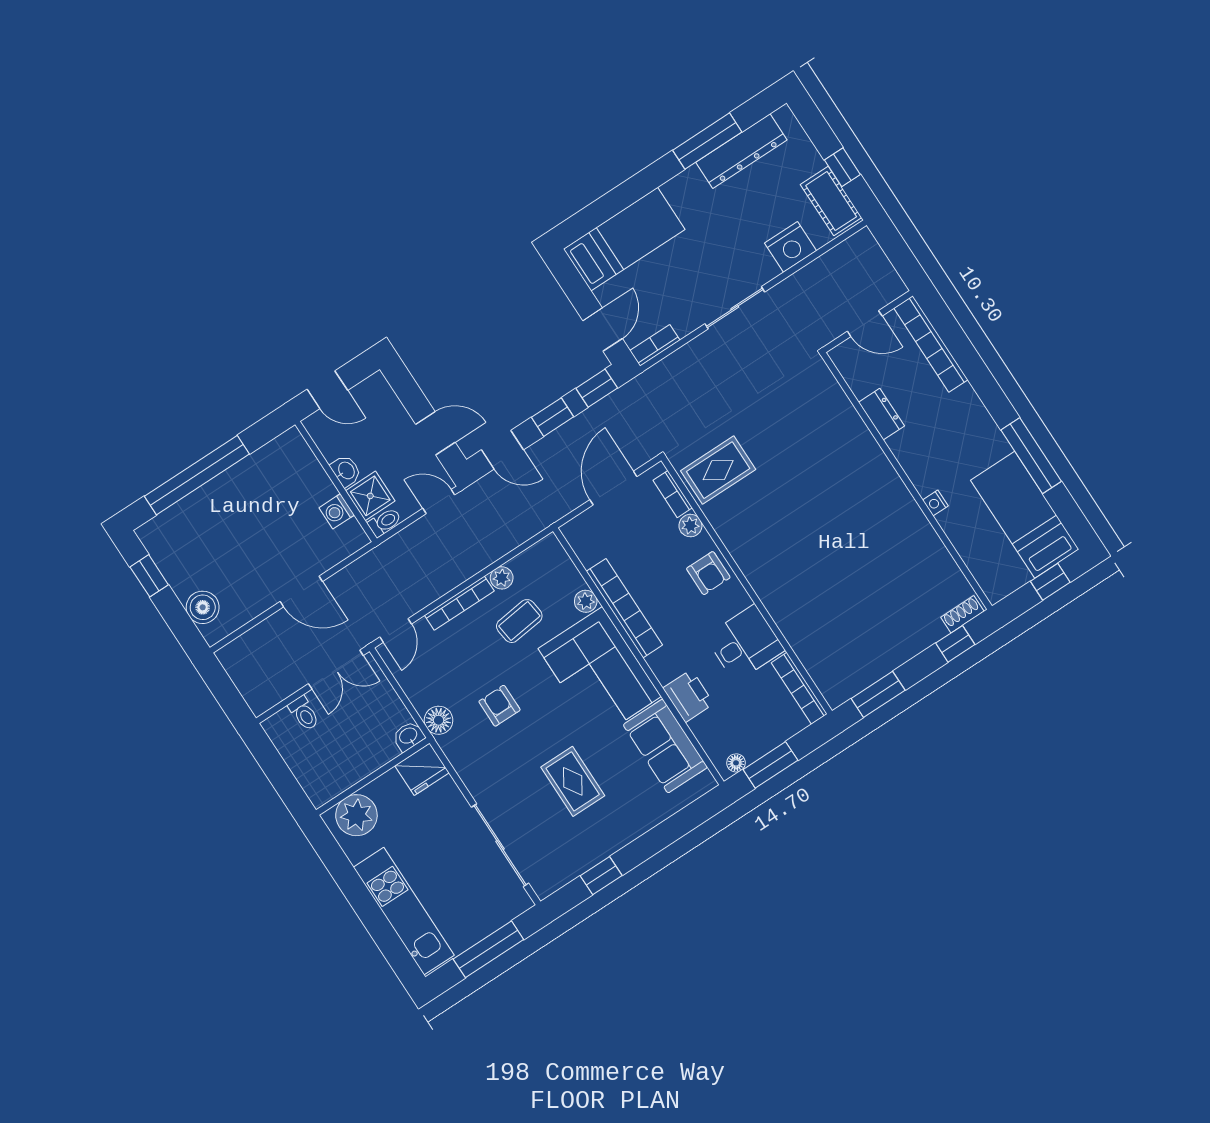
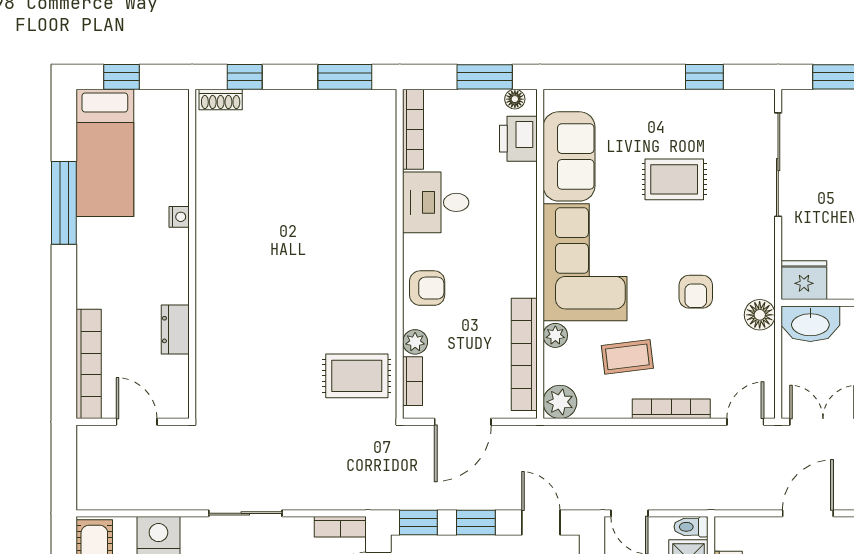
armchair: (708, 573) -> (427, 288), turned 90
plant: (502, 578) -> (560, 402), moved, width x1.38, depth x1.38
door: (301, 591) -> (808, 513), hinge flipped
bookcase: (624, 608) -> (524, 354), moved
printer: (688, 696) -> (518, 139), moved
washbasin: (409, 736) -> (810, 324), width x1.91, depth x1.45
rug: (573, 781) -> (674, 179), turned 90

